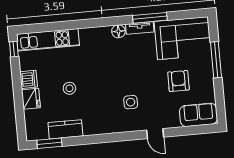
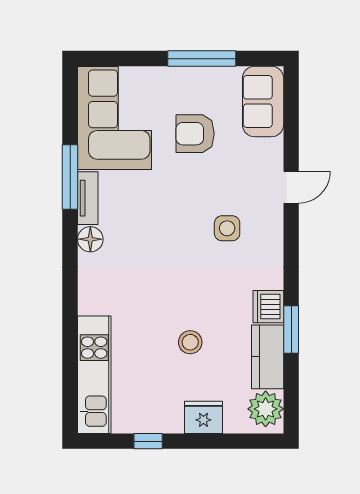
window: (14, 49) -> (148, 441), moved
window: (216, 60) -> (202, 59), moved
dishwasher: (29, 79) -> (268, 307), moved, turned -90
plant: (38, 131) -> (266, 409), added
window: (49, 143) -> (291, 330), moved

